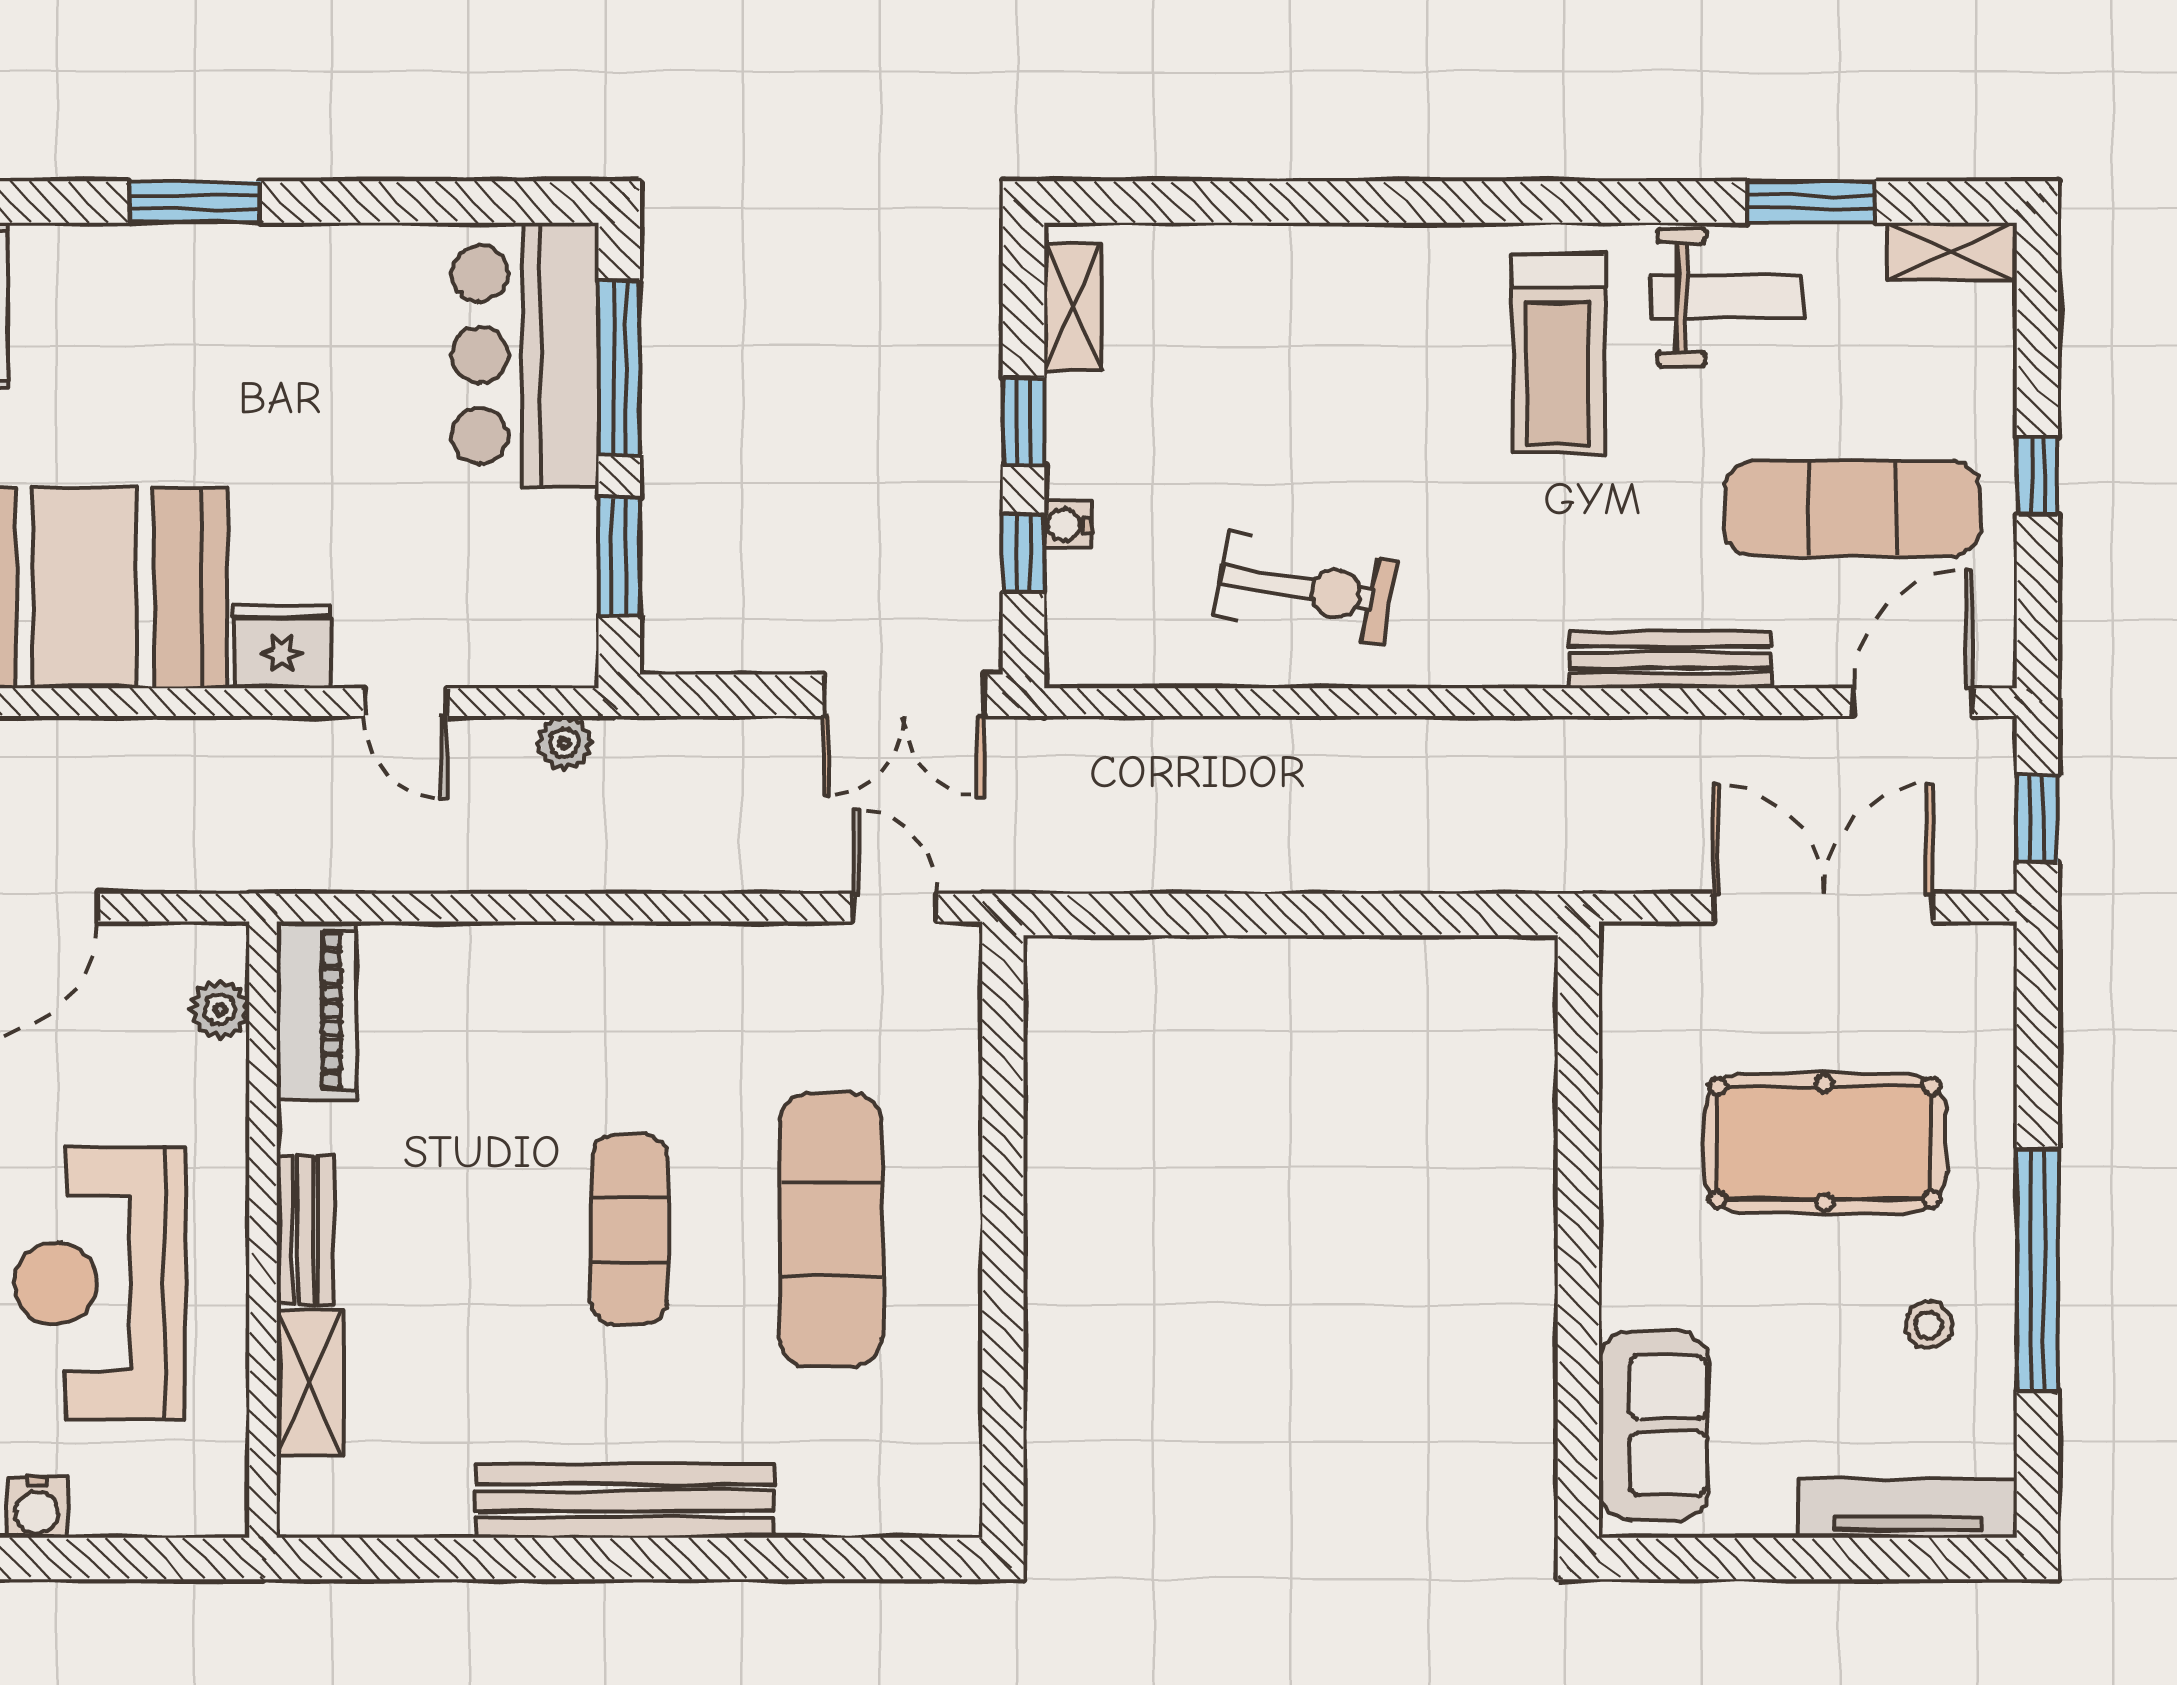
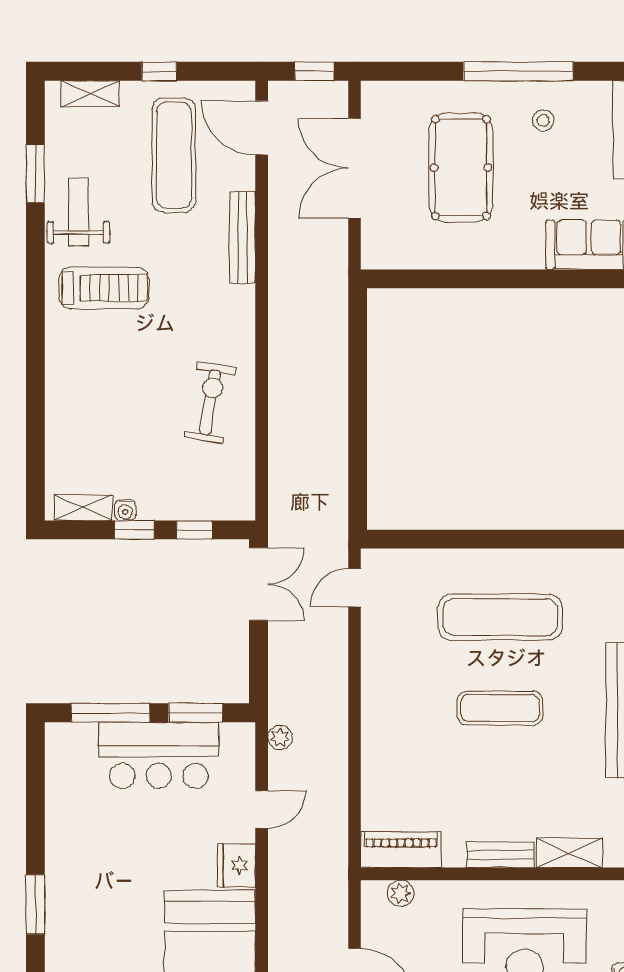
shelving: (1952, 252) -> (90, 94), moved, turned 90
bar counter: (525, 355) -> (159, 755), moved
water cooler: (1067, 525) -> (125, 510), moved

